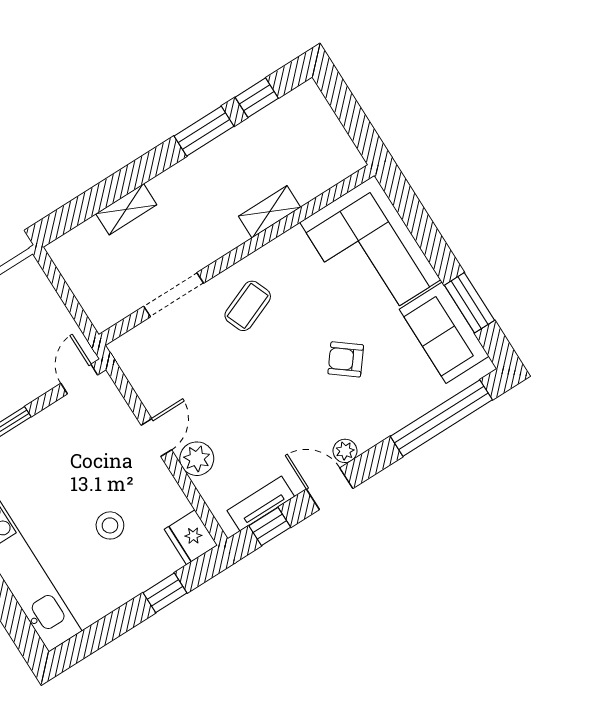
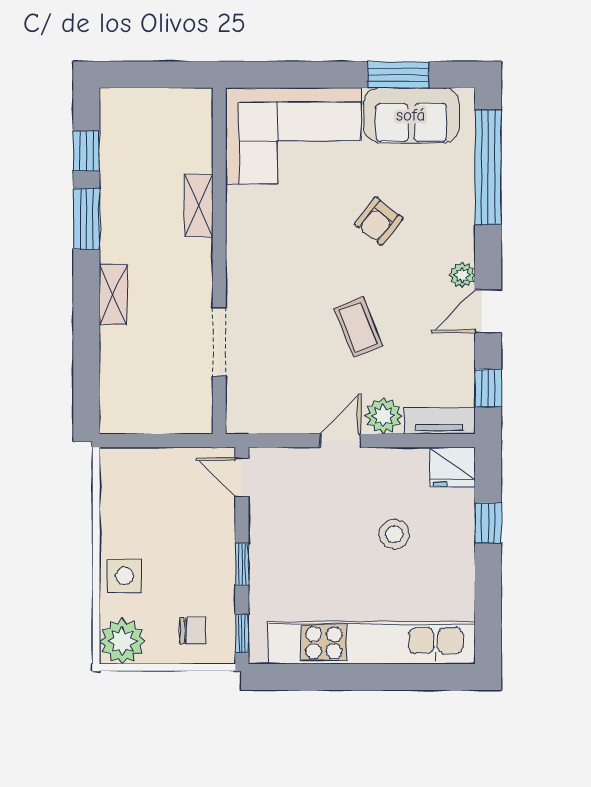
shelving: (126, 209) -> (113, 294), moved
coffee table: (248, 306) -> (358, 327), moved
door: (156, 437) -> (340, 441), hinge flipped
tv unit: (261, 504) -> (439, 421), moved, turned 90

